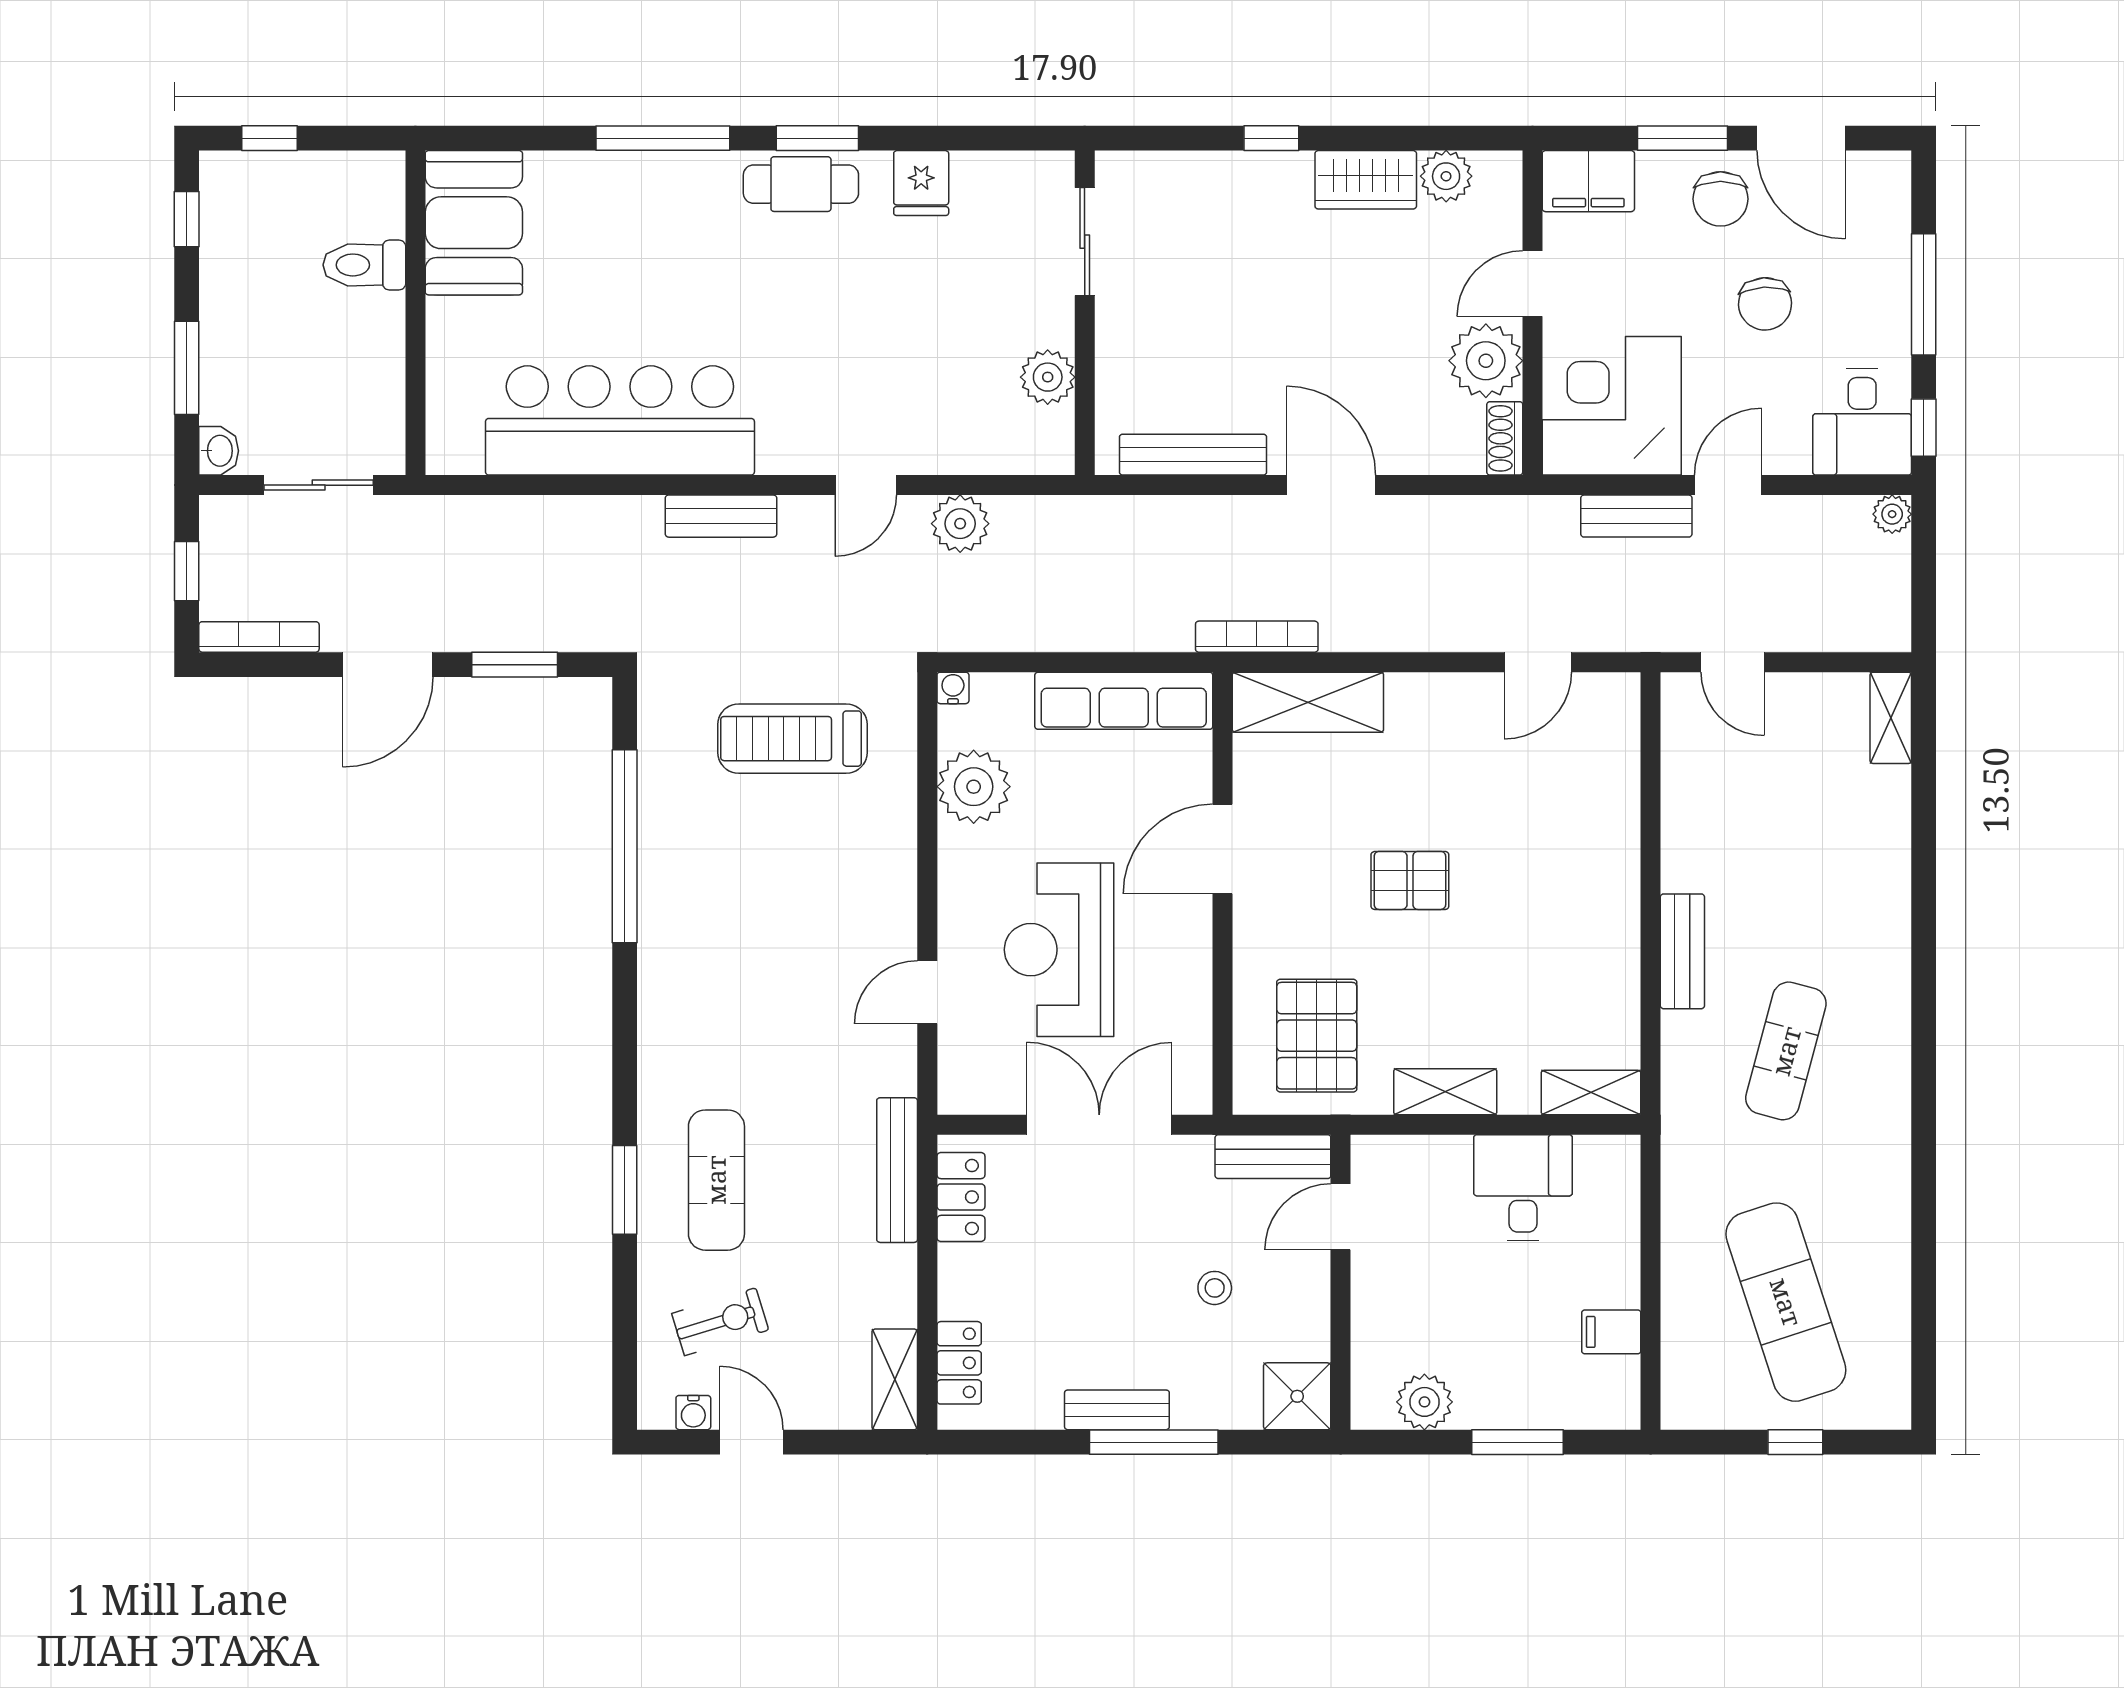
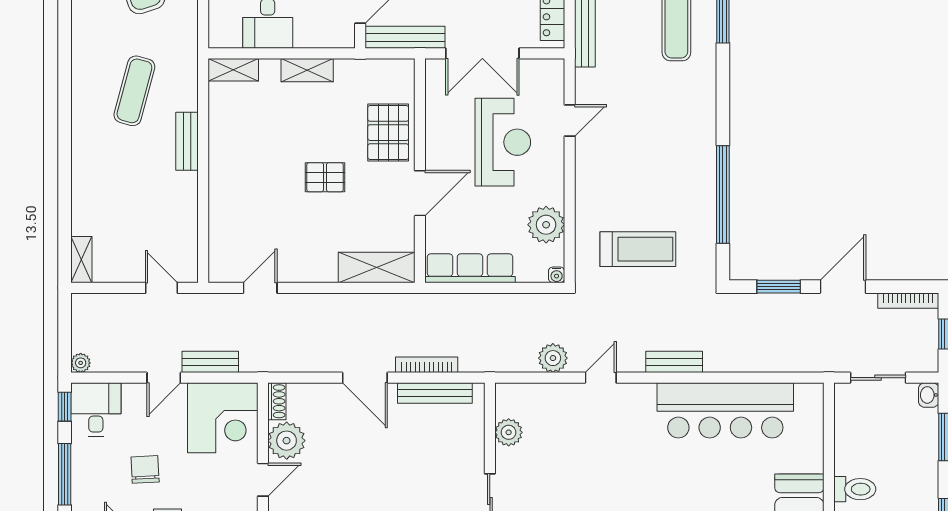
bookcase: (1257, 637) -> (427, 365), moved, turned 180
pallet: (1317, 1036) -> (388, 133), moved
bench: (1273, 1157) -> (405, 37), width x1.36

